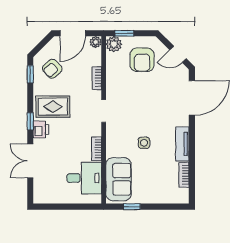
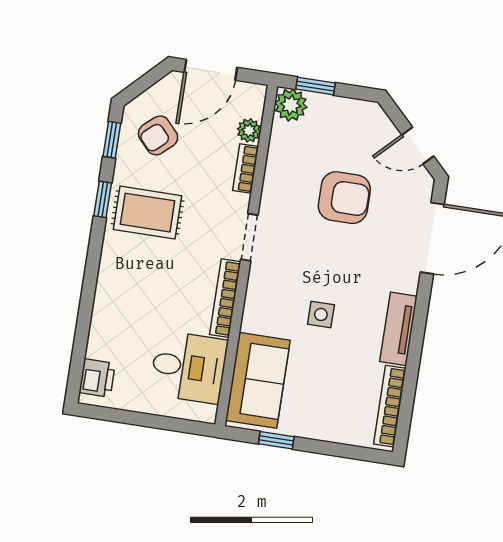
plant: (96, 42) -> (249, 130), moved
armchair: (142, 60) -> (344, 198), moved, turned -90
window: (30, 121) -> (103, 199), moved
printer: (41, 129) -> (97, 378), moved
bookcase: (97, 149) -> (225, 298), width x1.56
double door: (30, 161) -> (85, 315), removed
bookcase: (184, 175) -> (390, 406), width x1.56

